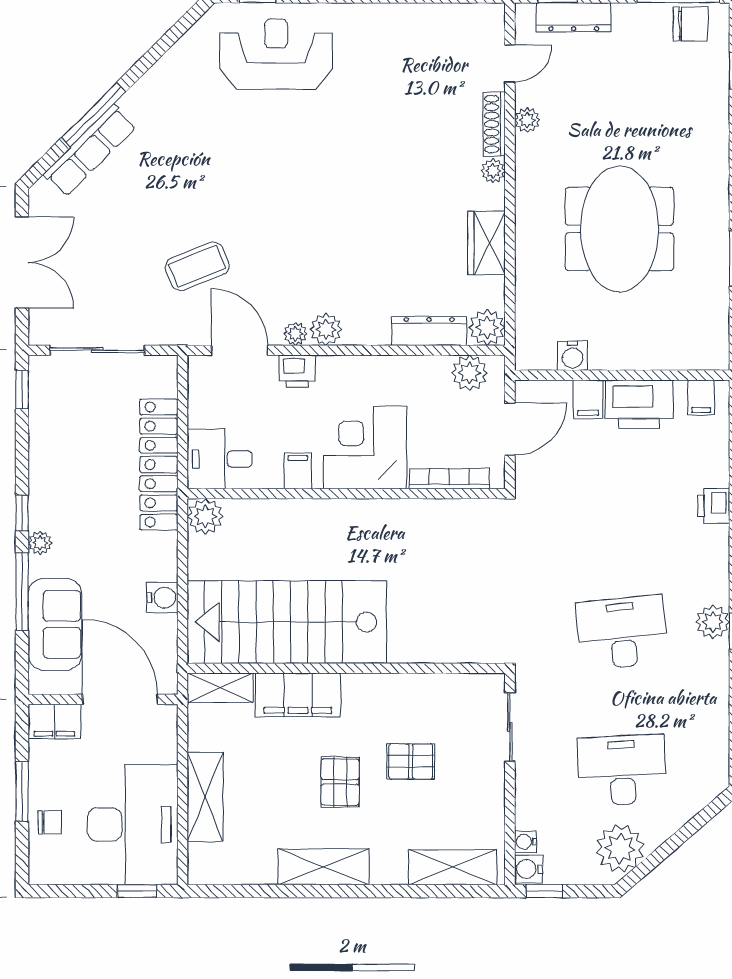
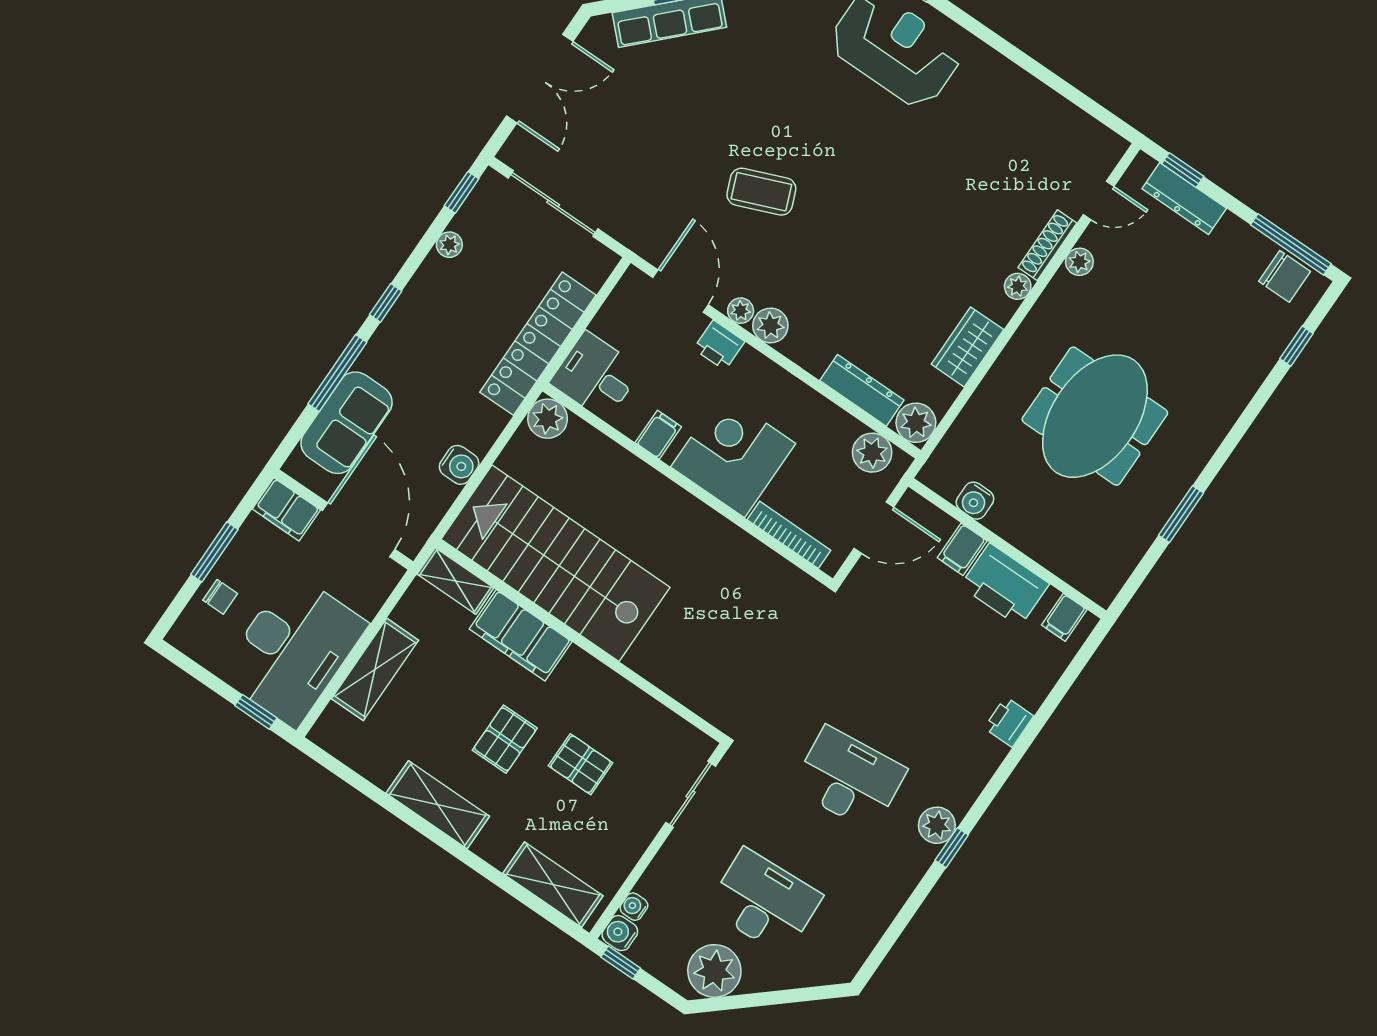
coffee table: (197, 266) -> (761, 192), moved
plant: (40, 543) -> (449, 245), moved

